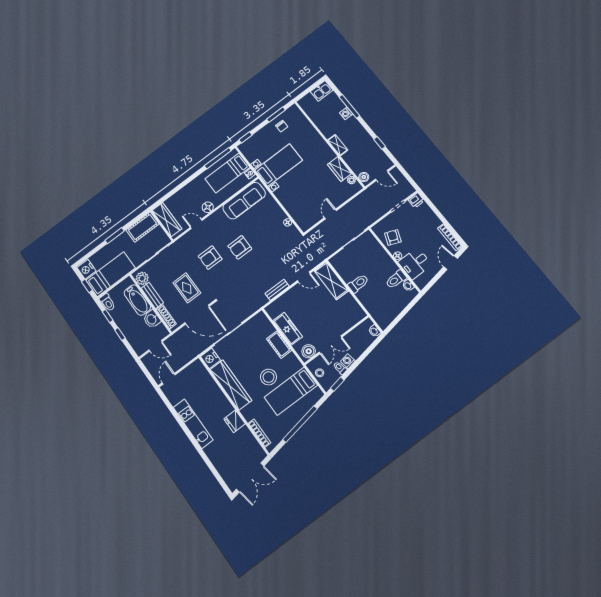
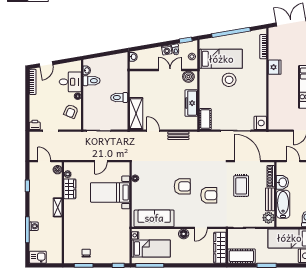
bed with nightstands: (279, 165) -> (110, 192), moved
door: (196, 224) -> (201, 228), hinge flipped
cot: (279, 344) -> (205, 119), moved
wardrobe: (231, 385) -> (259, 94), removed

